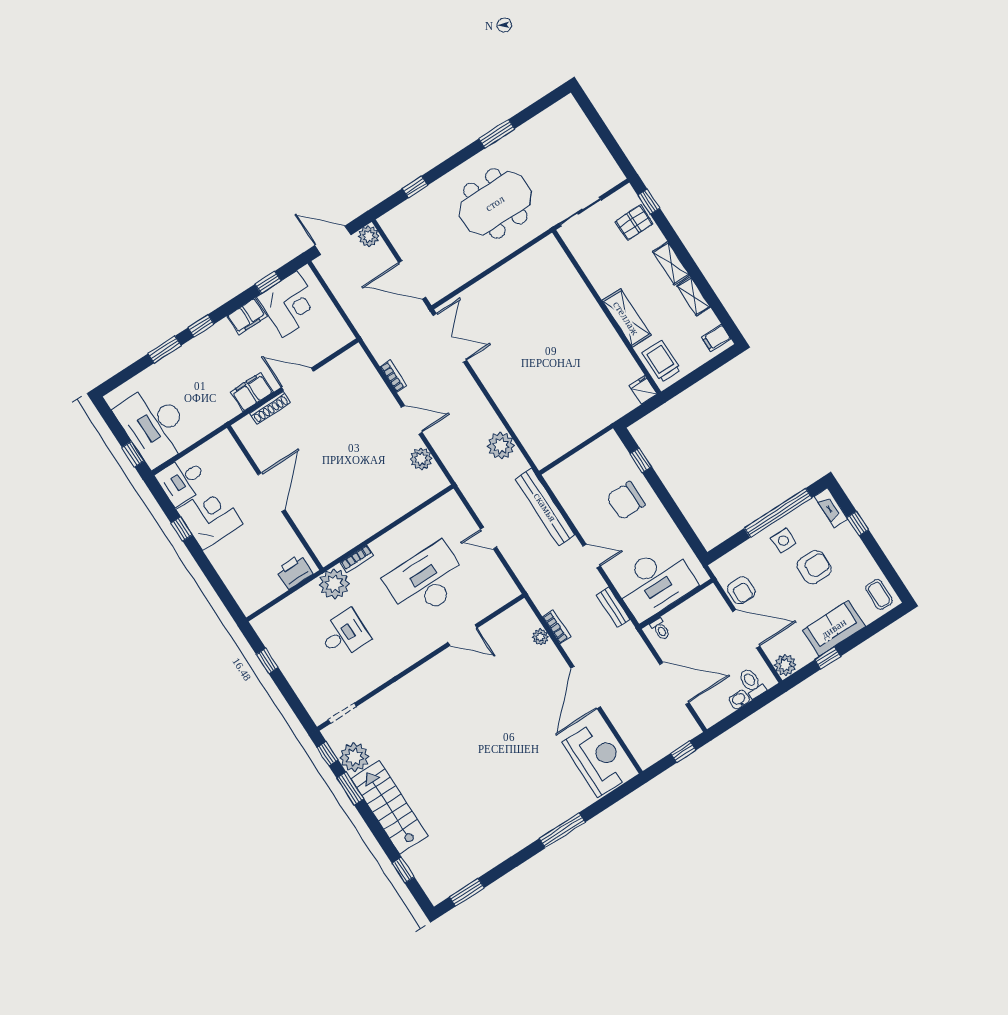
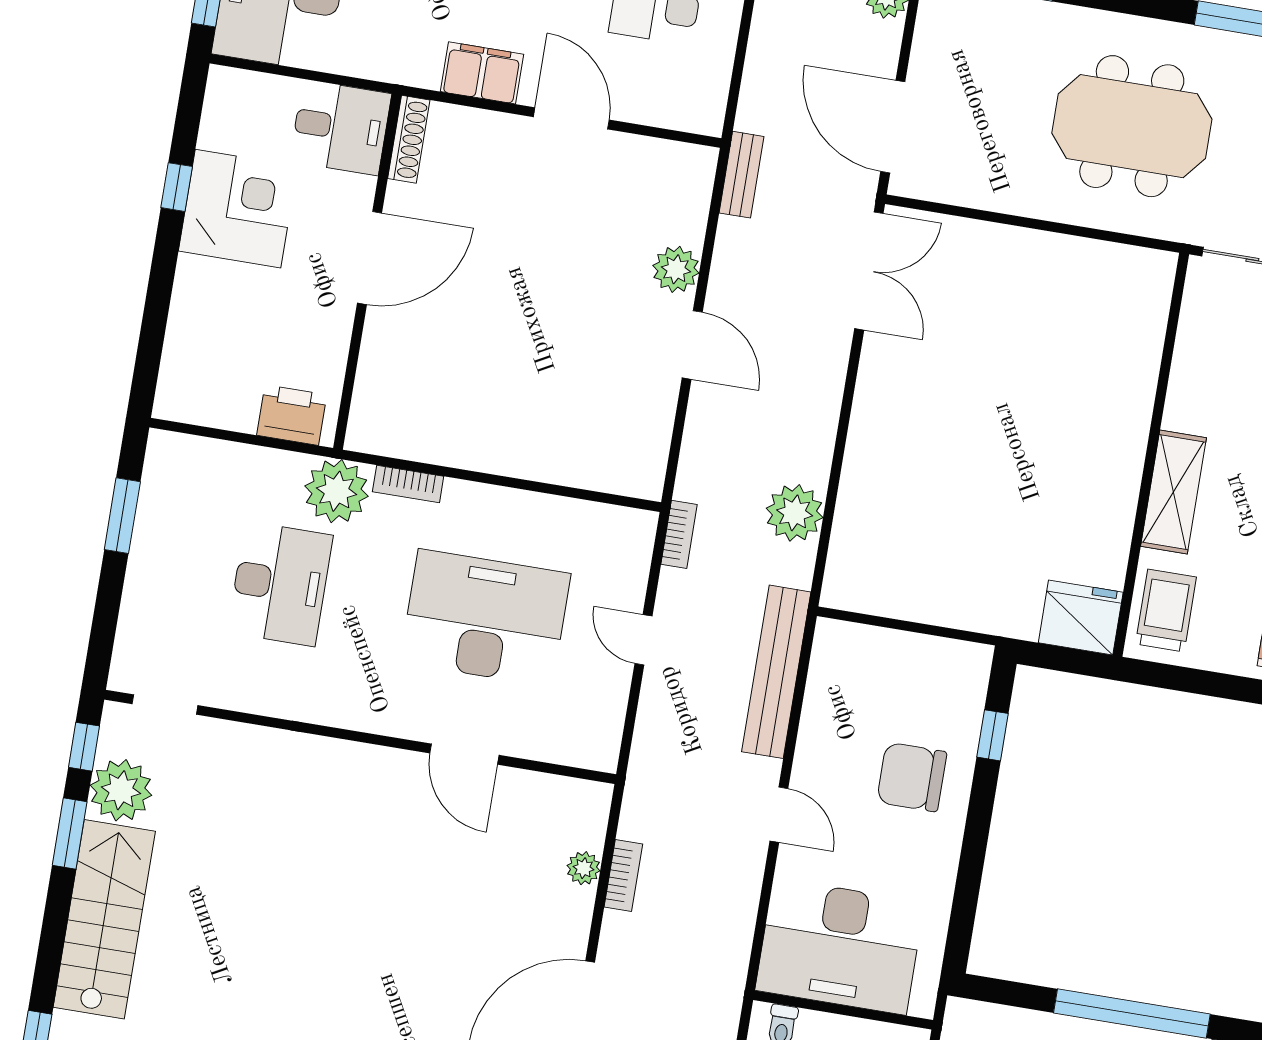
bookcase: (393, 376) -> (679, 534), moved
fridge: (643, 390) -> (1081, 617), width x1.88, depth x1.34
shoe rack: (270, 408) -> (409, 139), moved, turned -90
plant: (421, 459) -> (676, 269), moved
desk: (182, 480) -> (341, 127), moved, turned 180
bench: (613, 607) -> (741, 175), moved
desk: (344, 634) -> (280, 584), width x1.37
window: (267, 661) -> (122, 516), width x1.50

